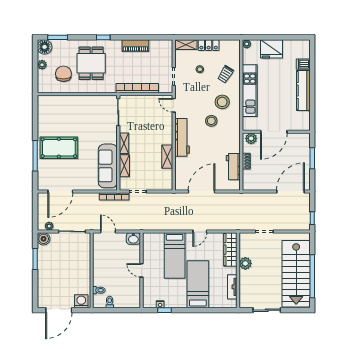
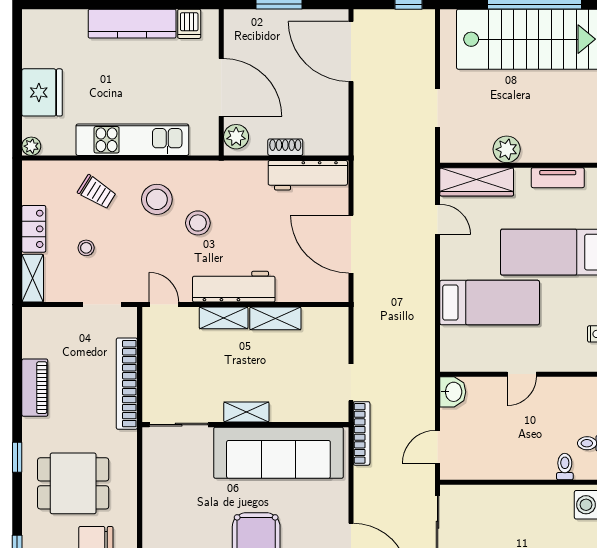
dishwasher: (303, 64) -> (189, 24), moved
door: (174, 105) -> (164, 305), swing flipped
sofa: (108, 166) -> (278, 453), width x1.36, depth x1.27
shelving: (124, 166) -> (224, 318), moved
workbench: (233, 167) -> (308, 175), width x1.38
door: (200, 231) -> (438, 219), moved

